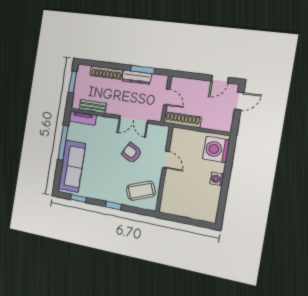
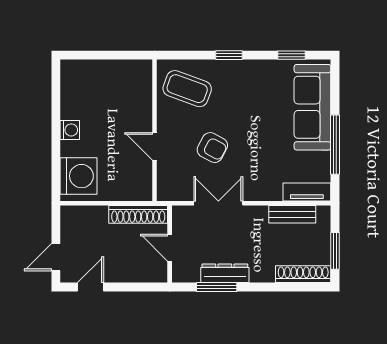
shoe rack: (106, 73) -> (303, 274), moved
coffee table: (141, 191) -> (187, 89), turned 41

